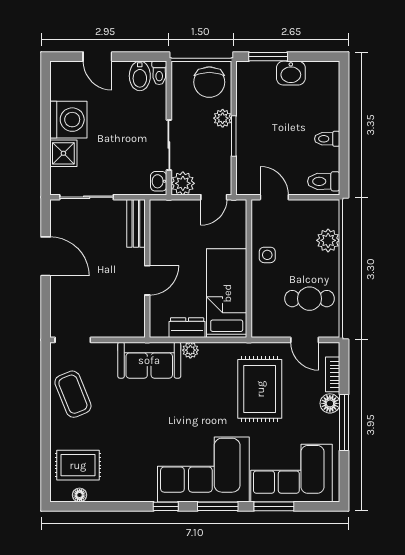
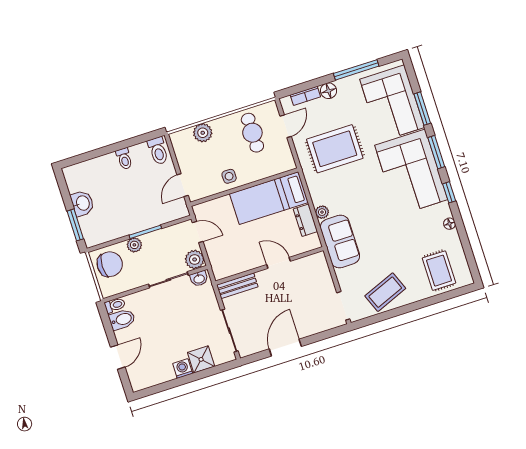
washing machine: (68, 120) -> (183, 368), width x0.53, depth x0.53
window: (344, 422) -> (356, 70), moved
floor lamp: (80, 495) -> (449, 224), moved

